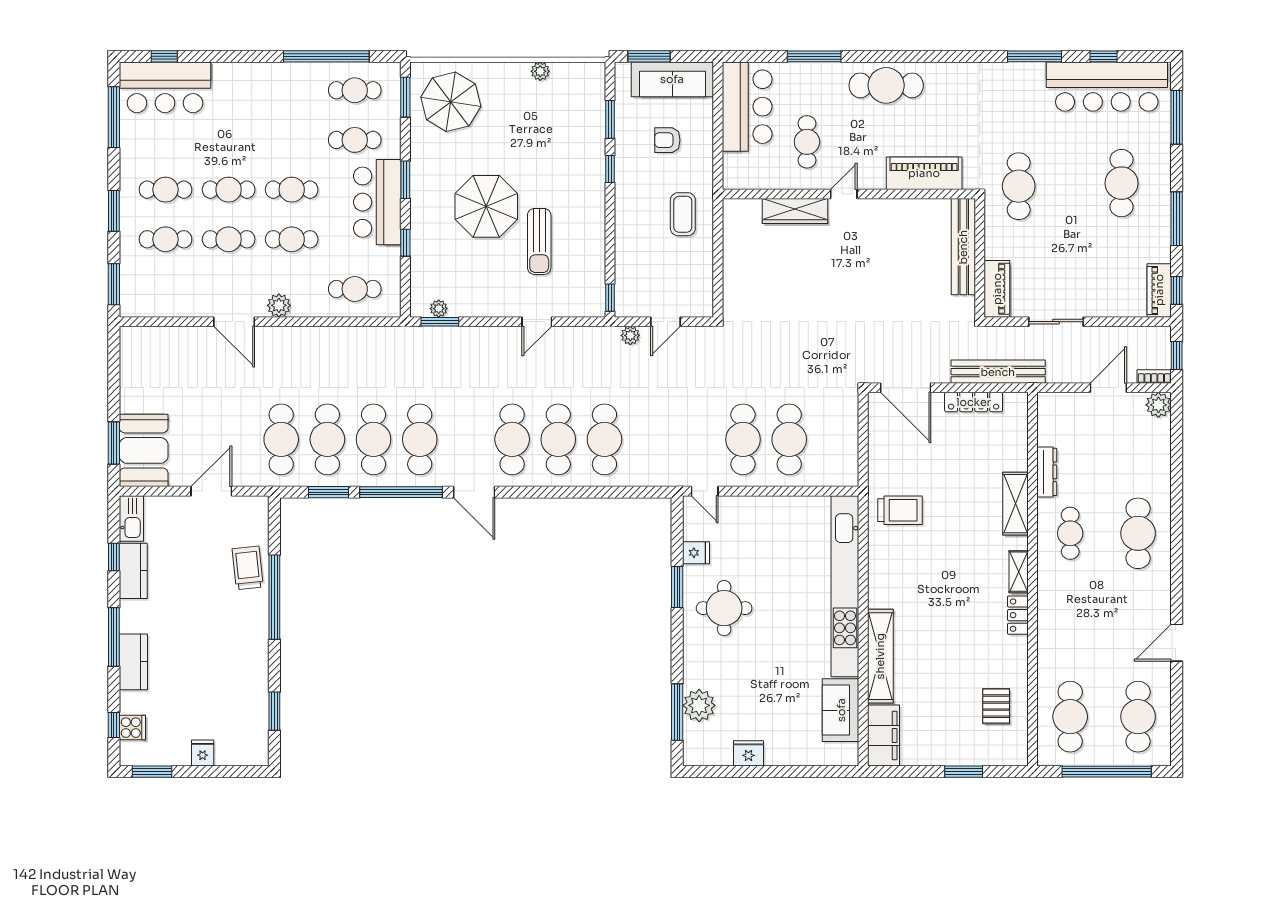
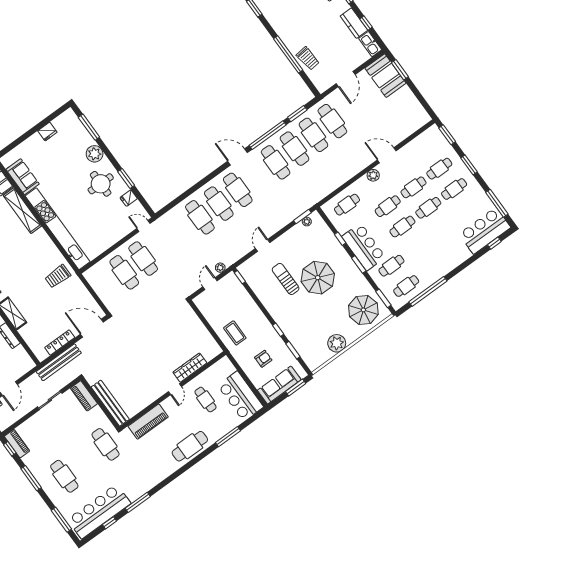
plant: (540, 71) -> (337, 343), width x1.88, depth x1.88
plant: (699, 705) -> (95, 154), moved

